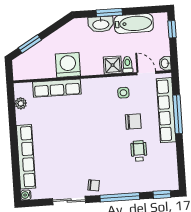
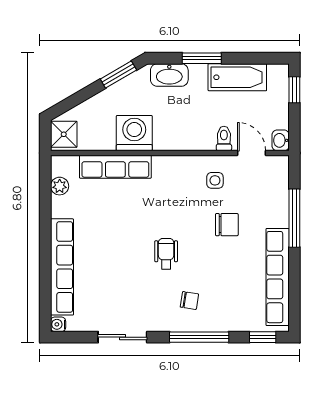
washbasin: (101, 24) -> (169, 75), moved
window: (30, 44) -> (118, 75), moved
shower: (113, 65) -> (64, 134), moved
row of seats: (166, 110) -> (278, 277), moved
wheelchair: (139, 151) -> (166, 254), moved
chair: (94, 185) -> (189, 301), moved

